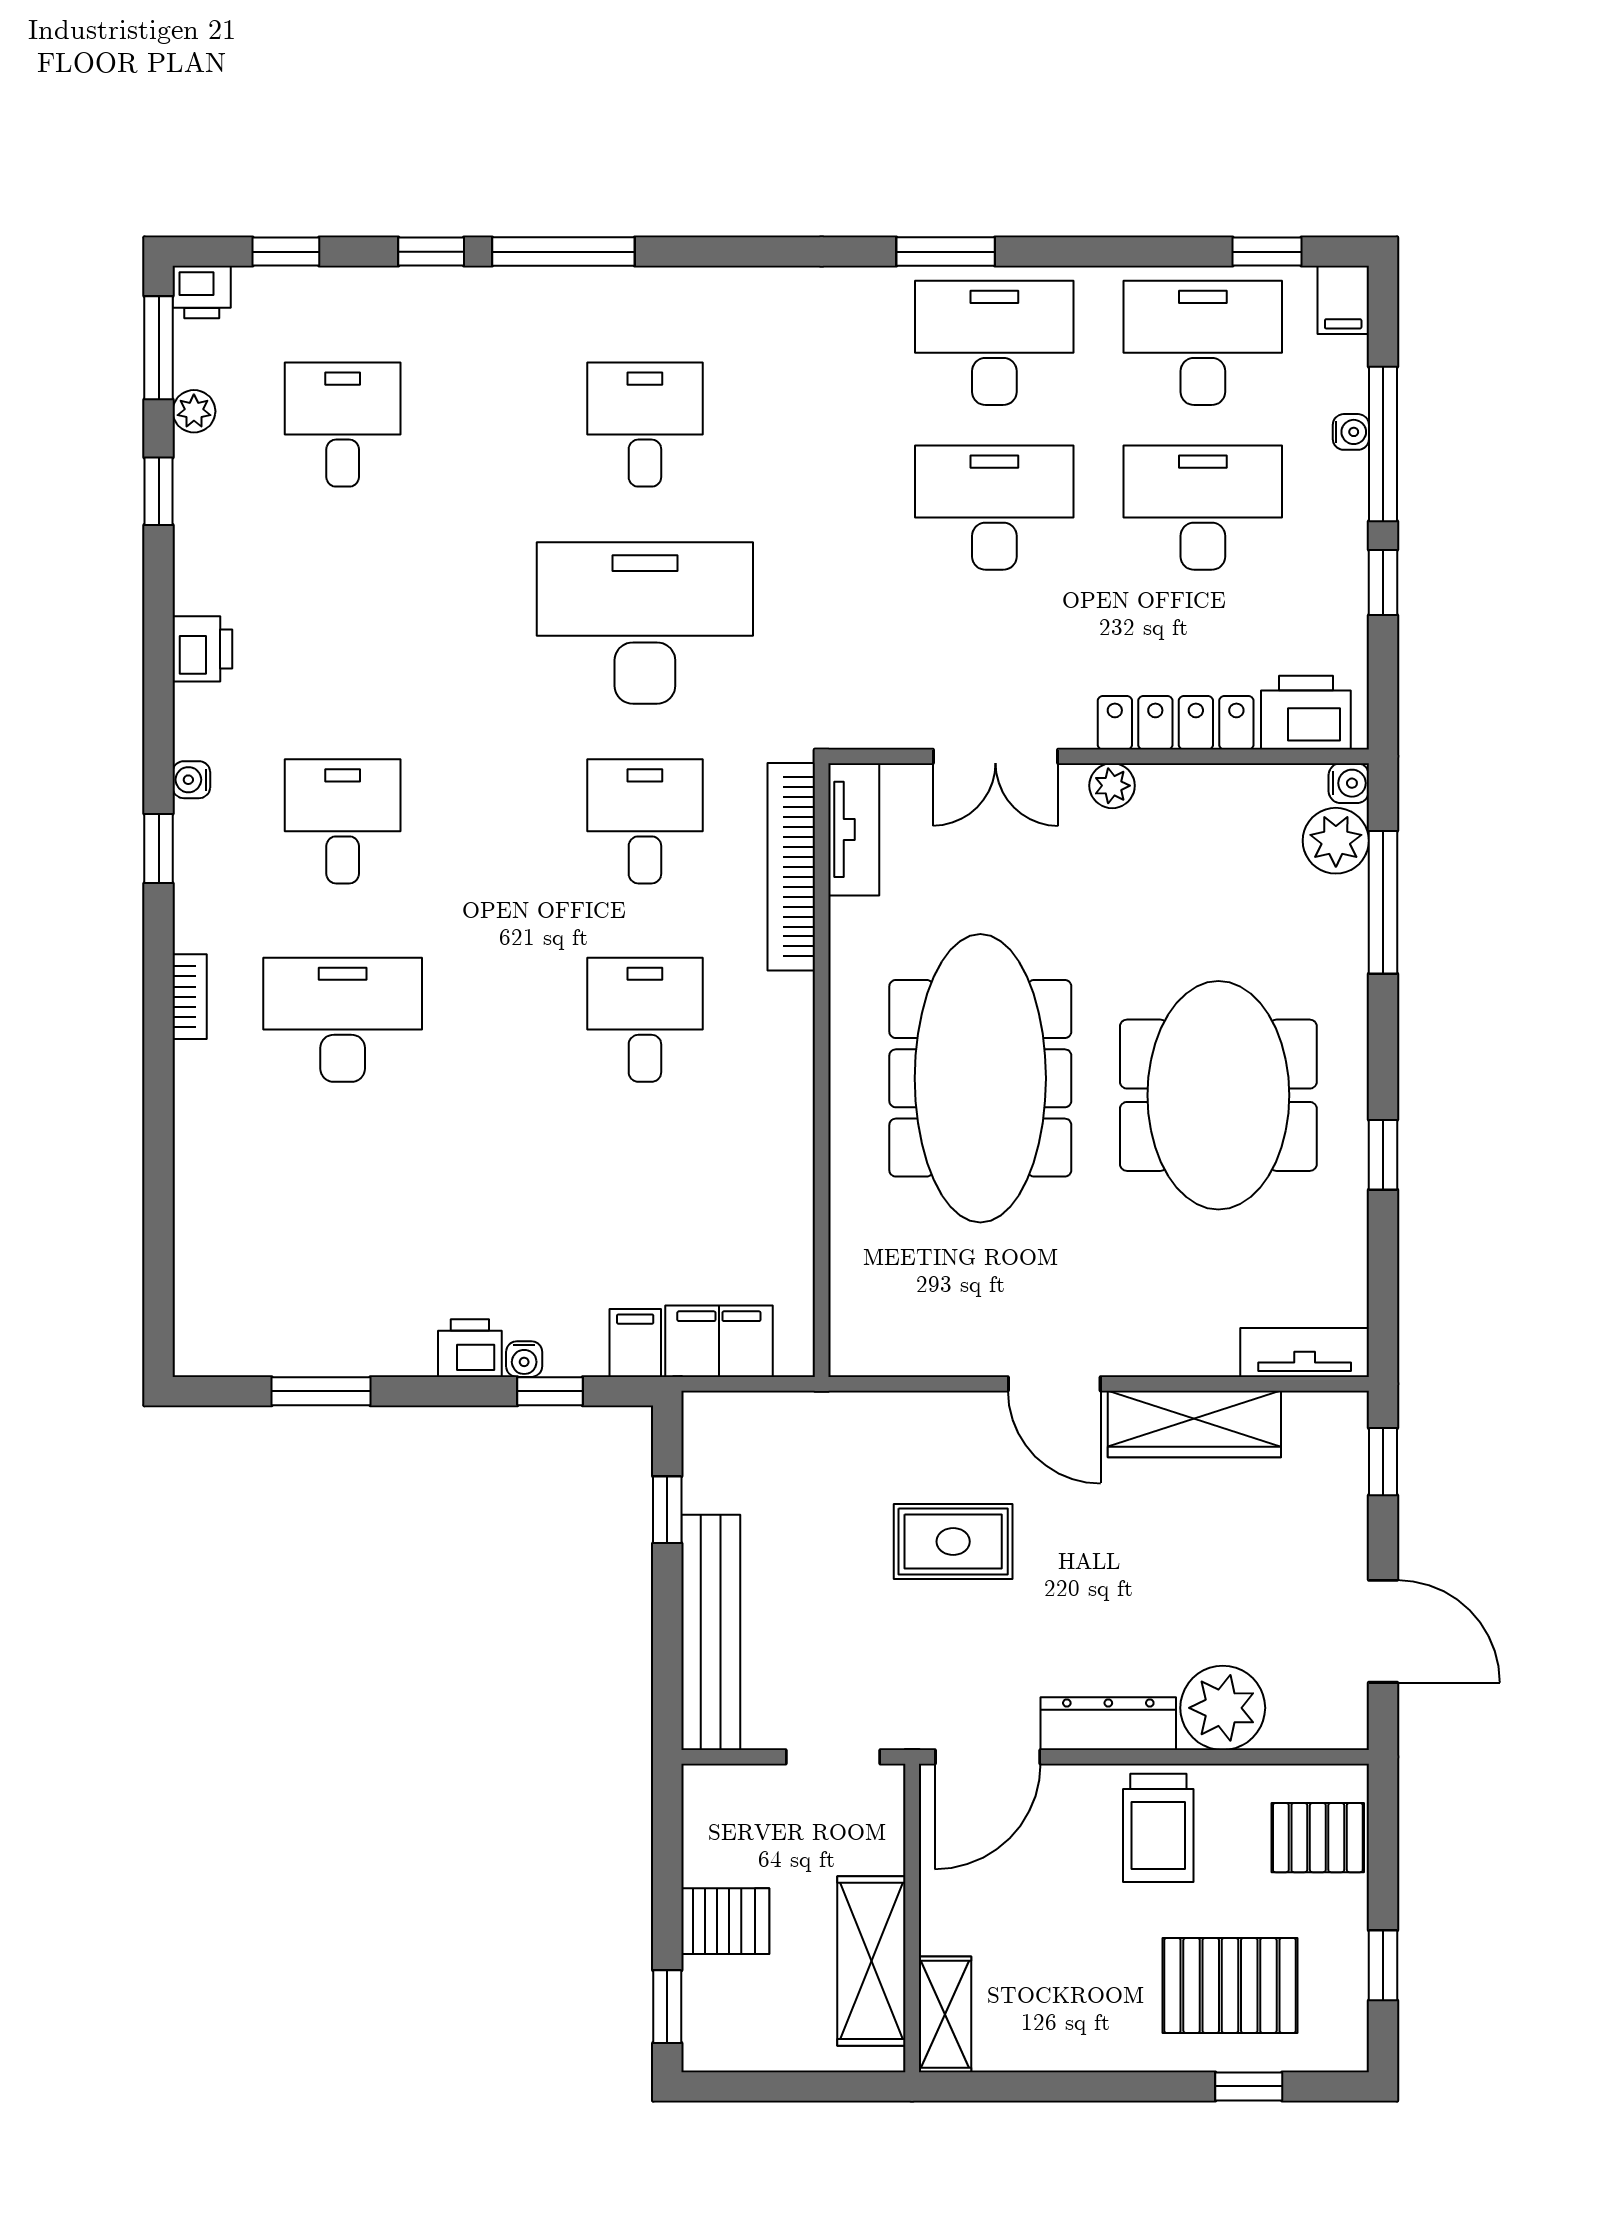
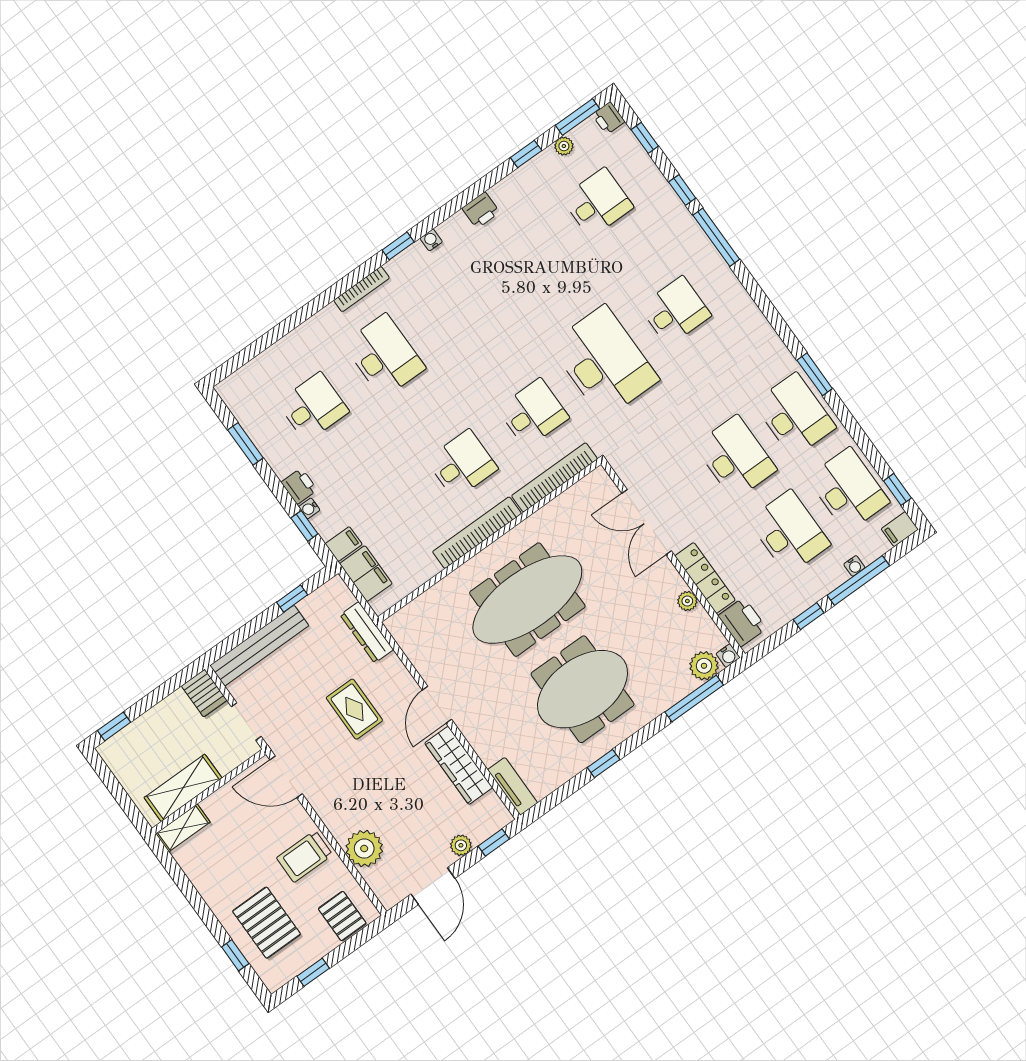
double door: (995, 756) -> (647, 522), width x1.37
plant: (1112, 786) -> (687, 601), moved
desk: (343, 821) -> (313, 407), moved
tv unit: (854, 829) -> (584, 490), removed
bookcase: (190, 997) -> (362, 289), width x1.56
bookcase: (790, 1083) -> (477, 533), added
plant: (1345, 1526) -> (461, 845), added
dresser: (1108, 1724) -> (367, 632), moved, turned 180
server rack: (725, 1921) -> (204, 693), moved

